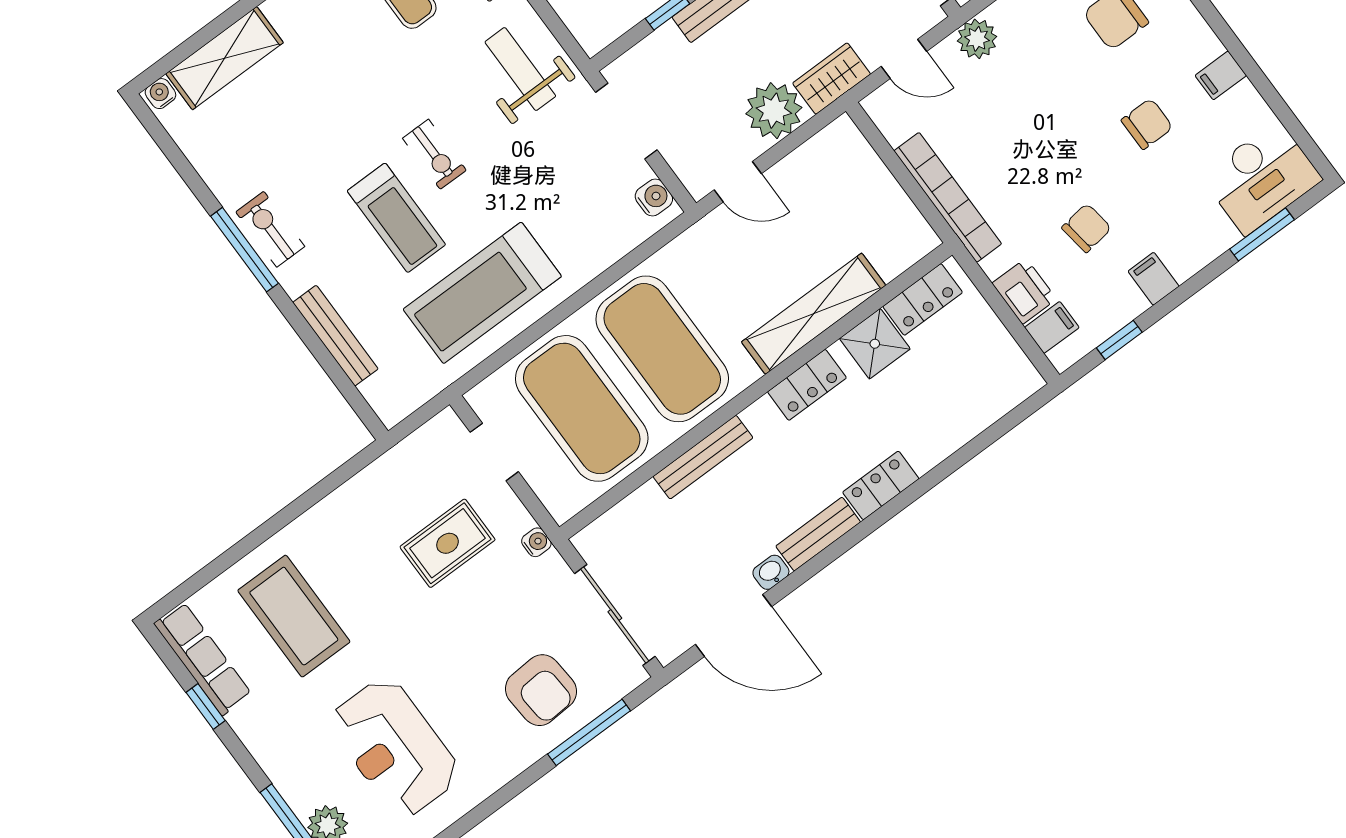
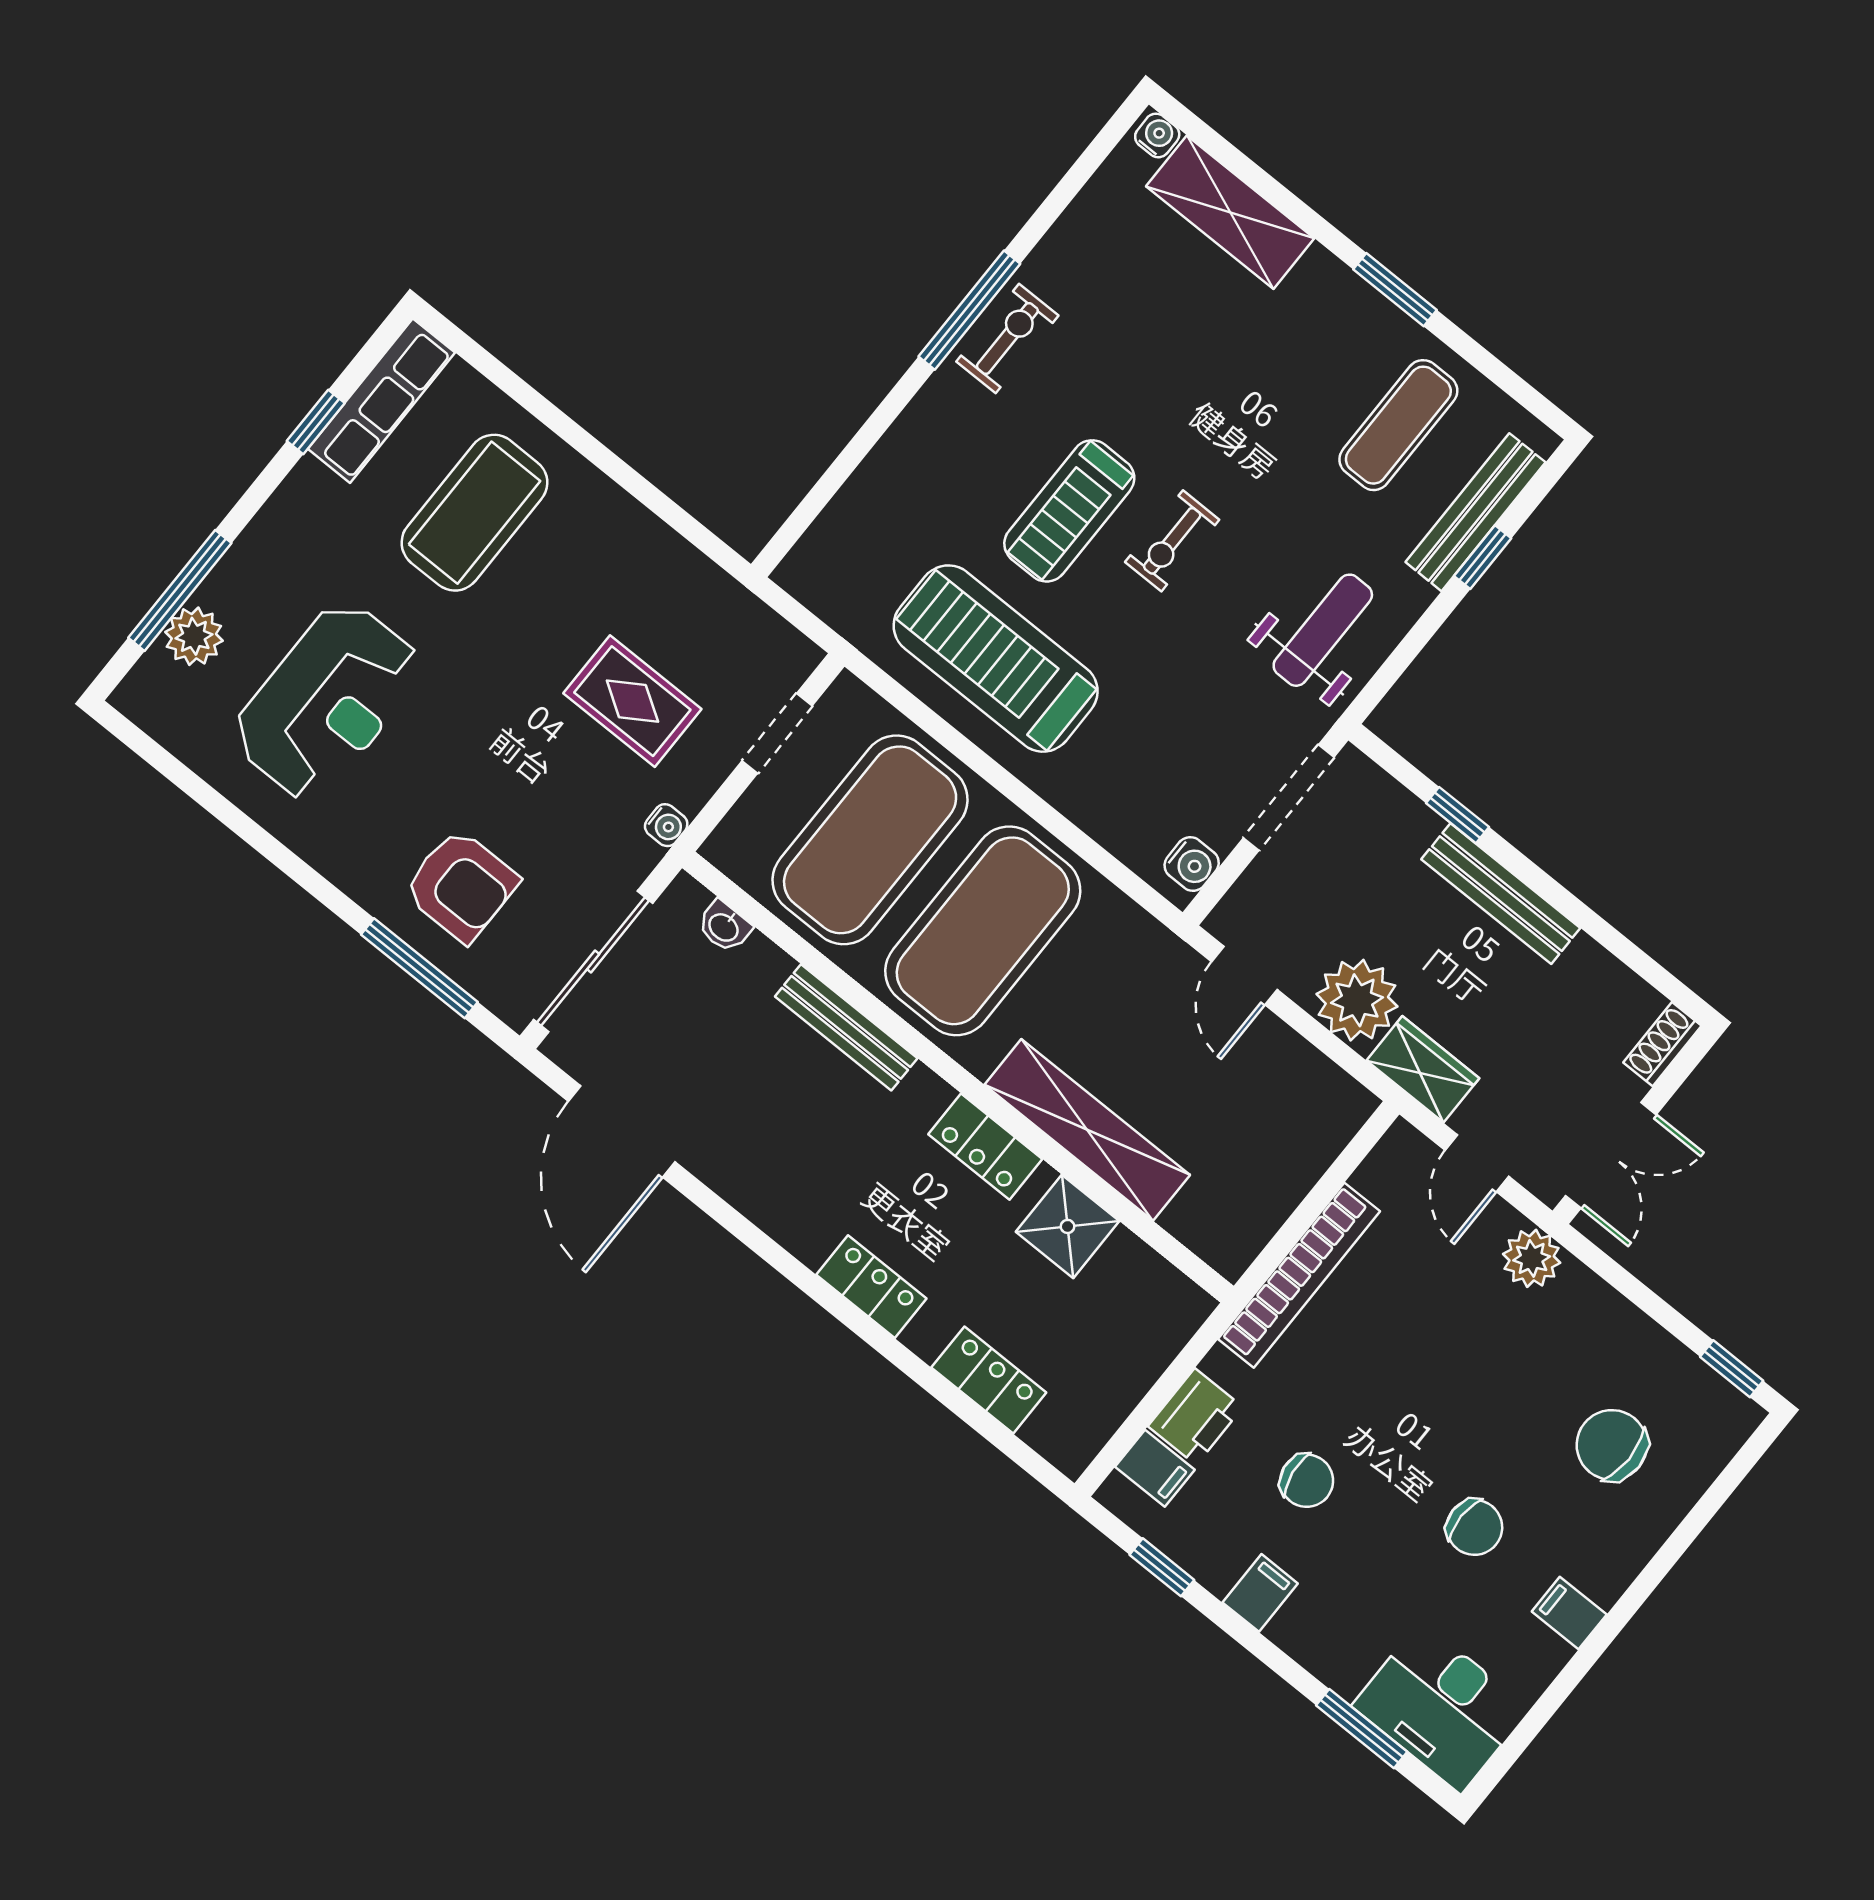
locker: (923, 299) -> (989, 1380), moved, turned 180
bench: (335, 336) -> (882, 469), removed
bench: (818, 534) -> (780, 1217), removed
washbasin: (771, 572) -> (724, 927), moved, turned 180
armchair: (541, 690) -> (461, 886), turned -86
reception desk: (394, 747) -> (327, 701), turned 180

